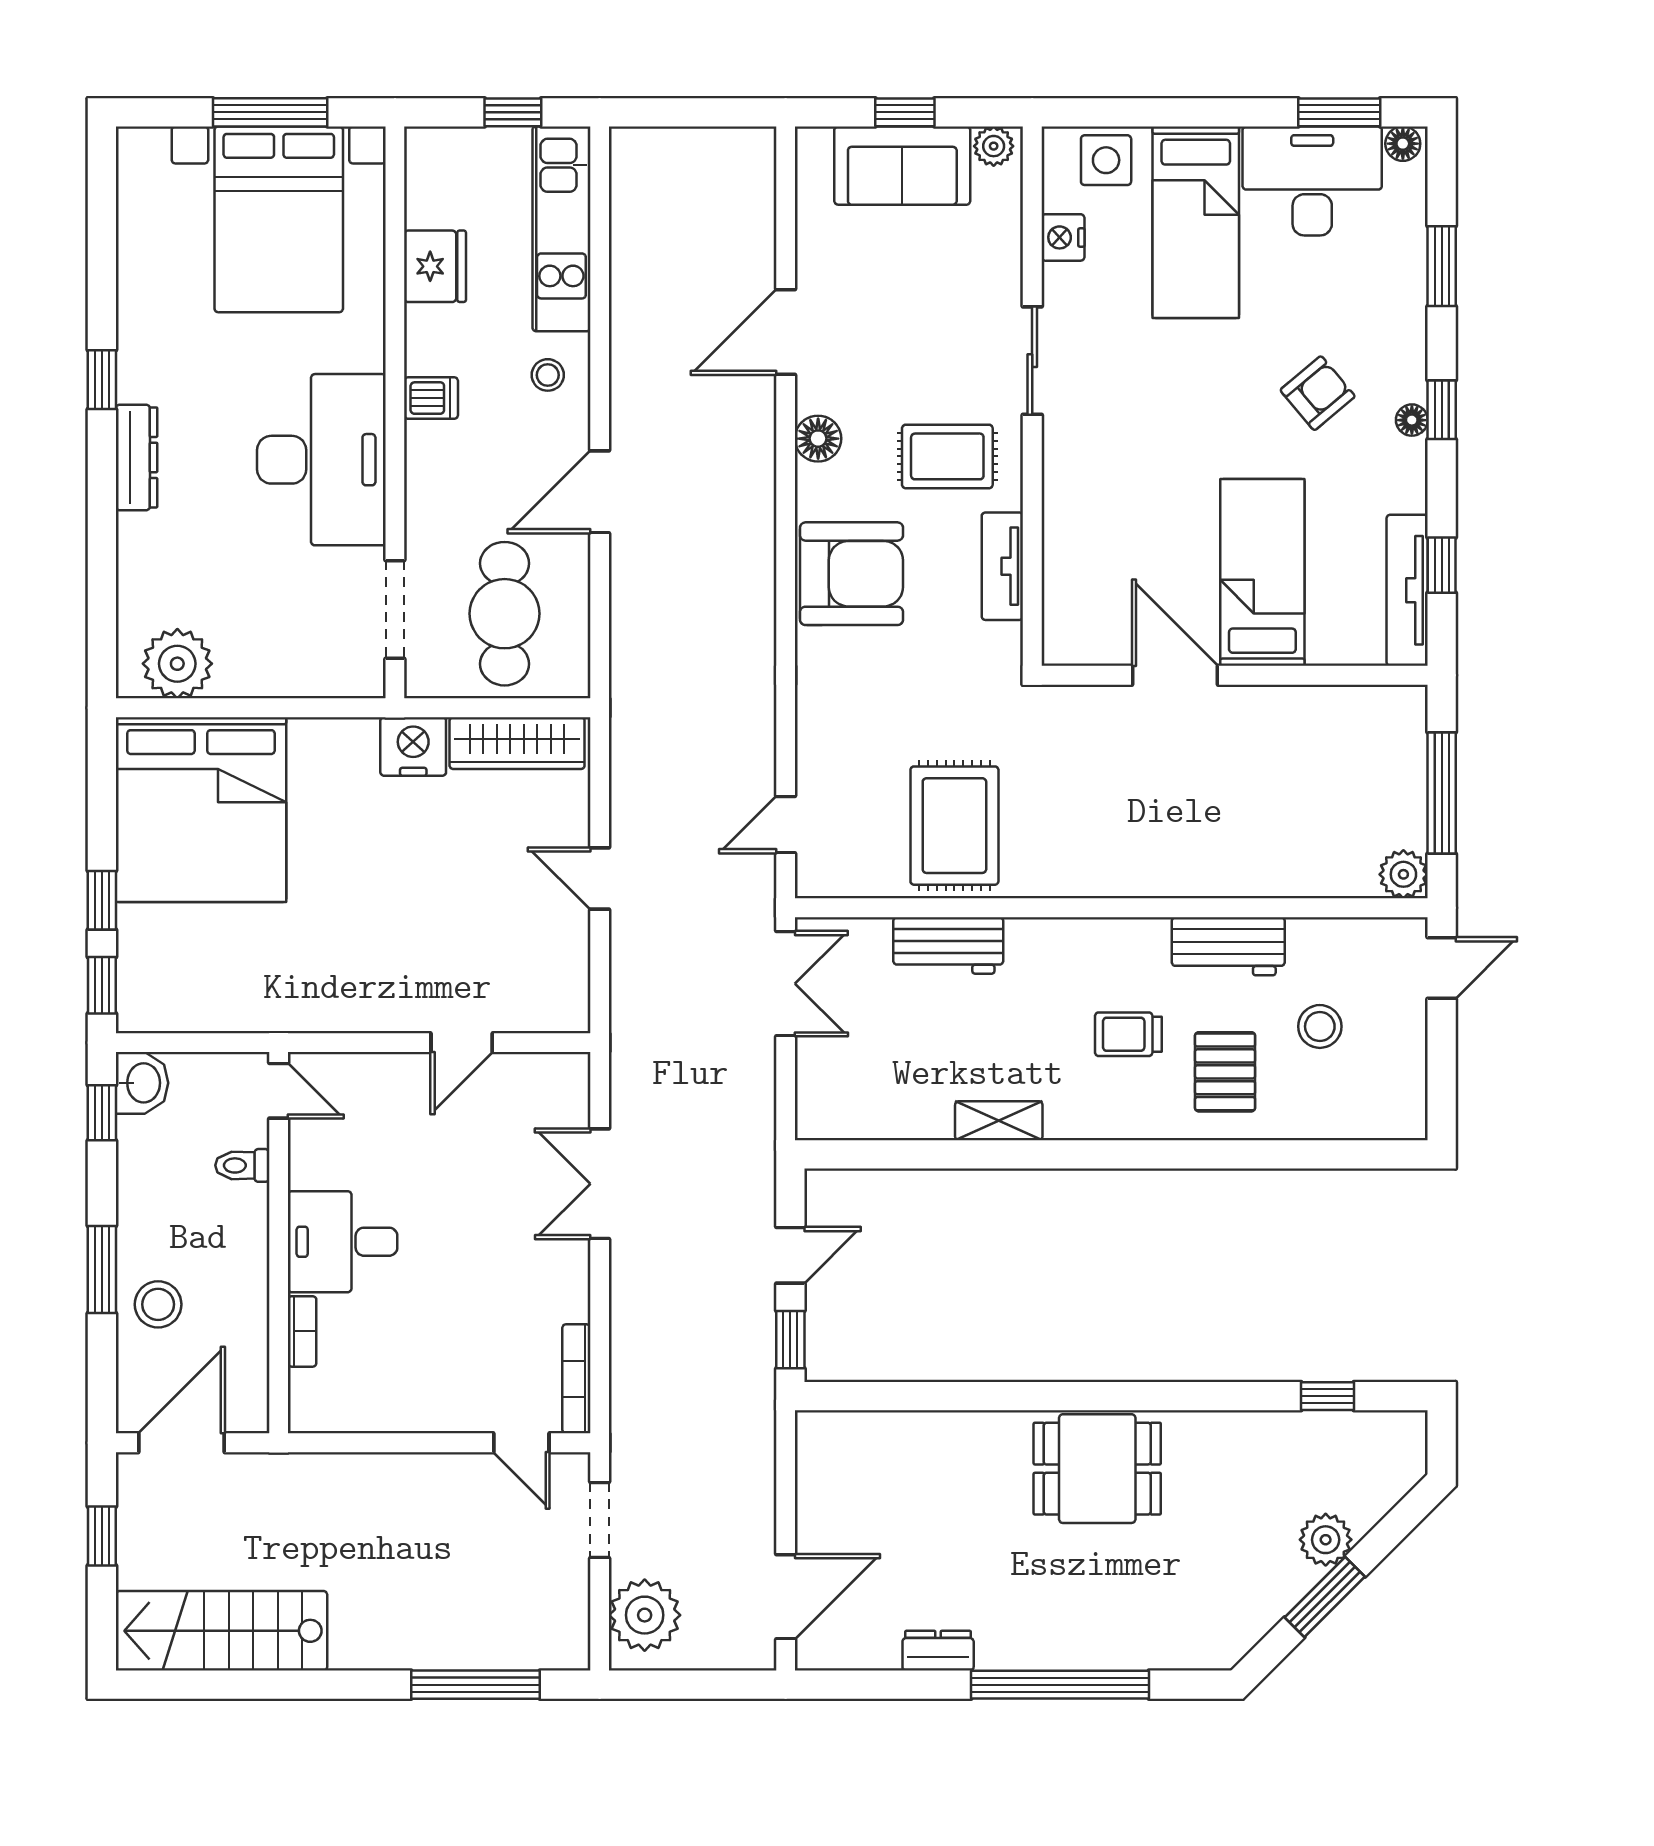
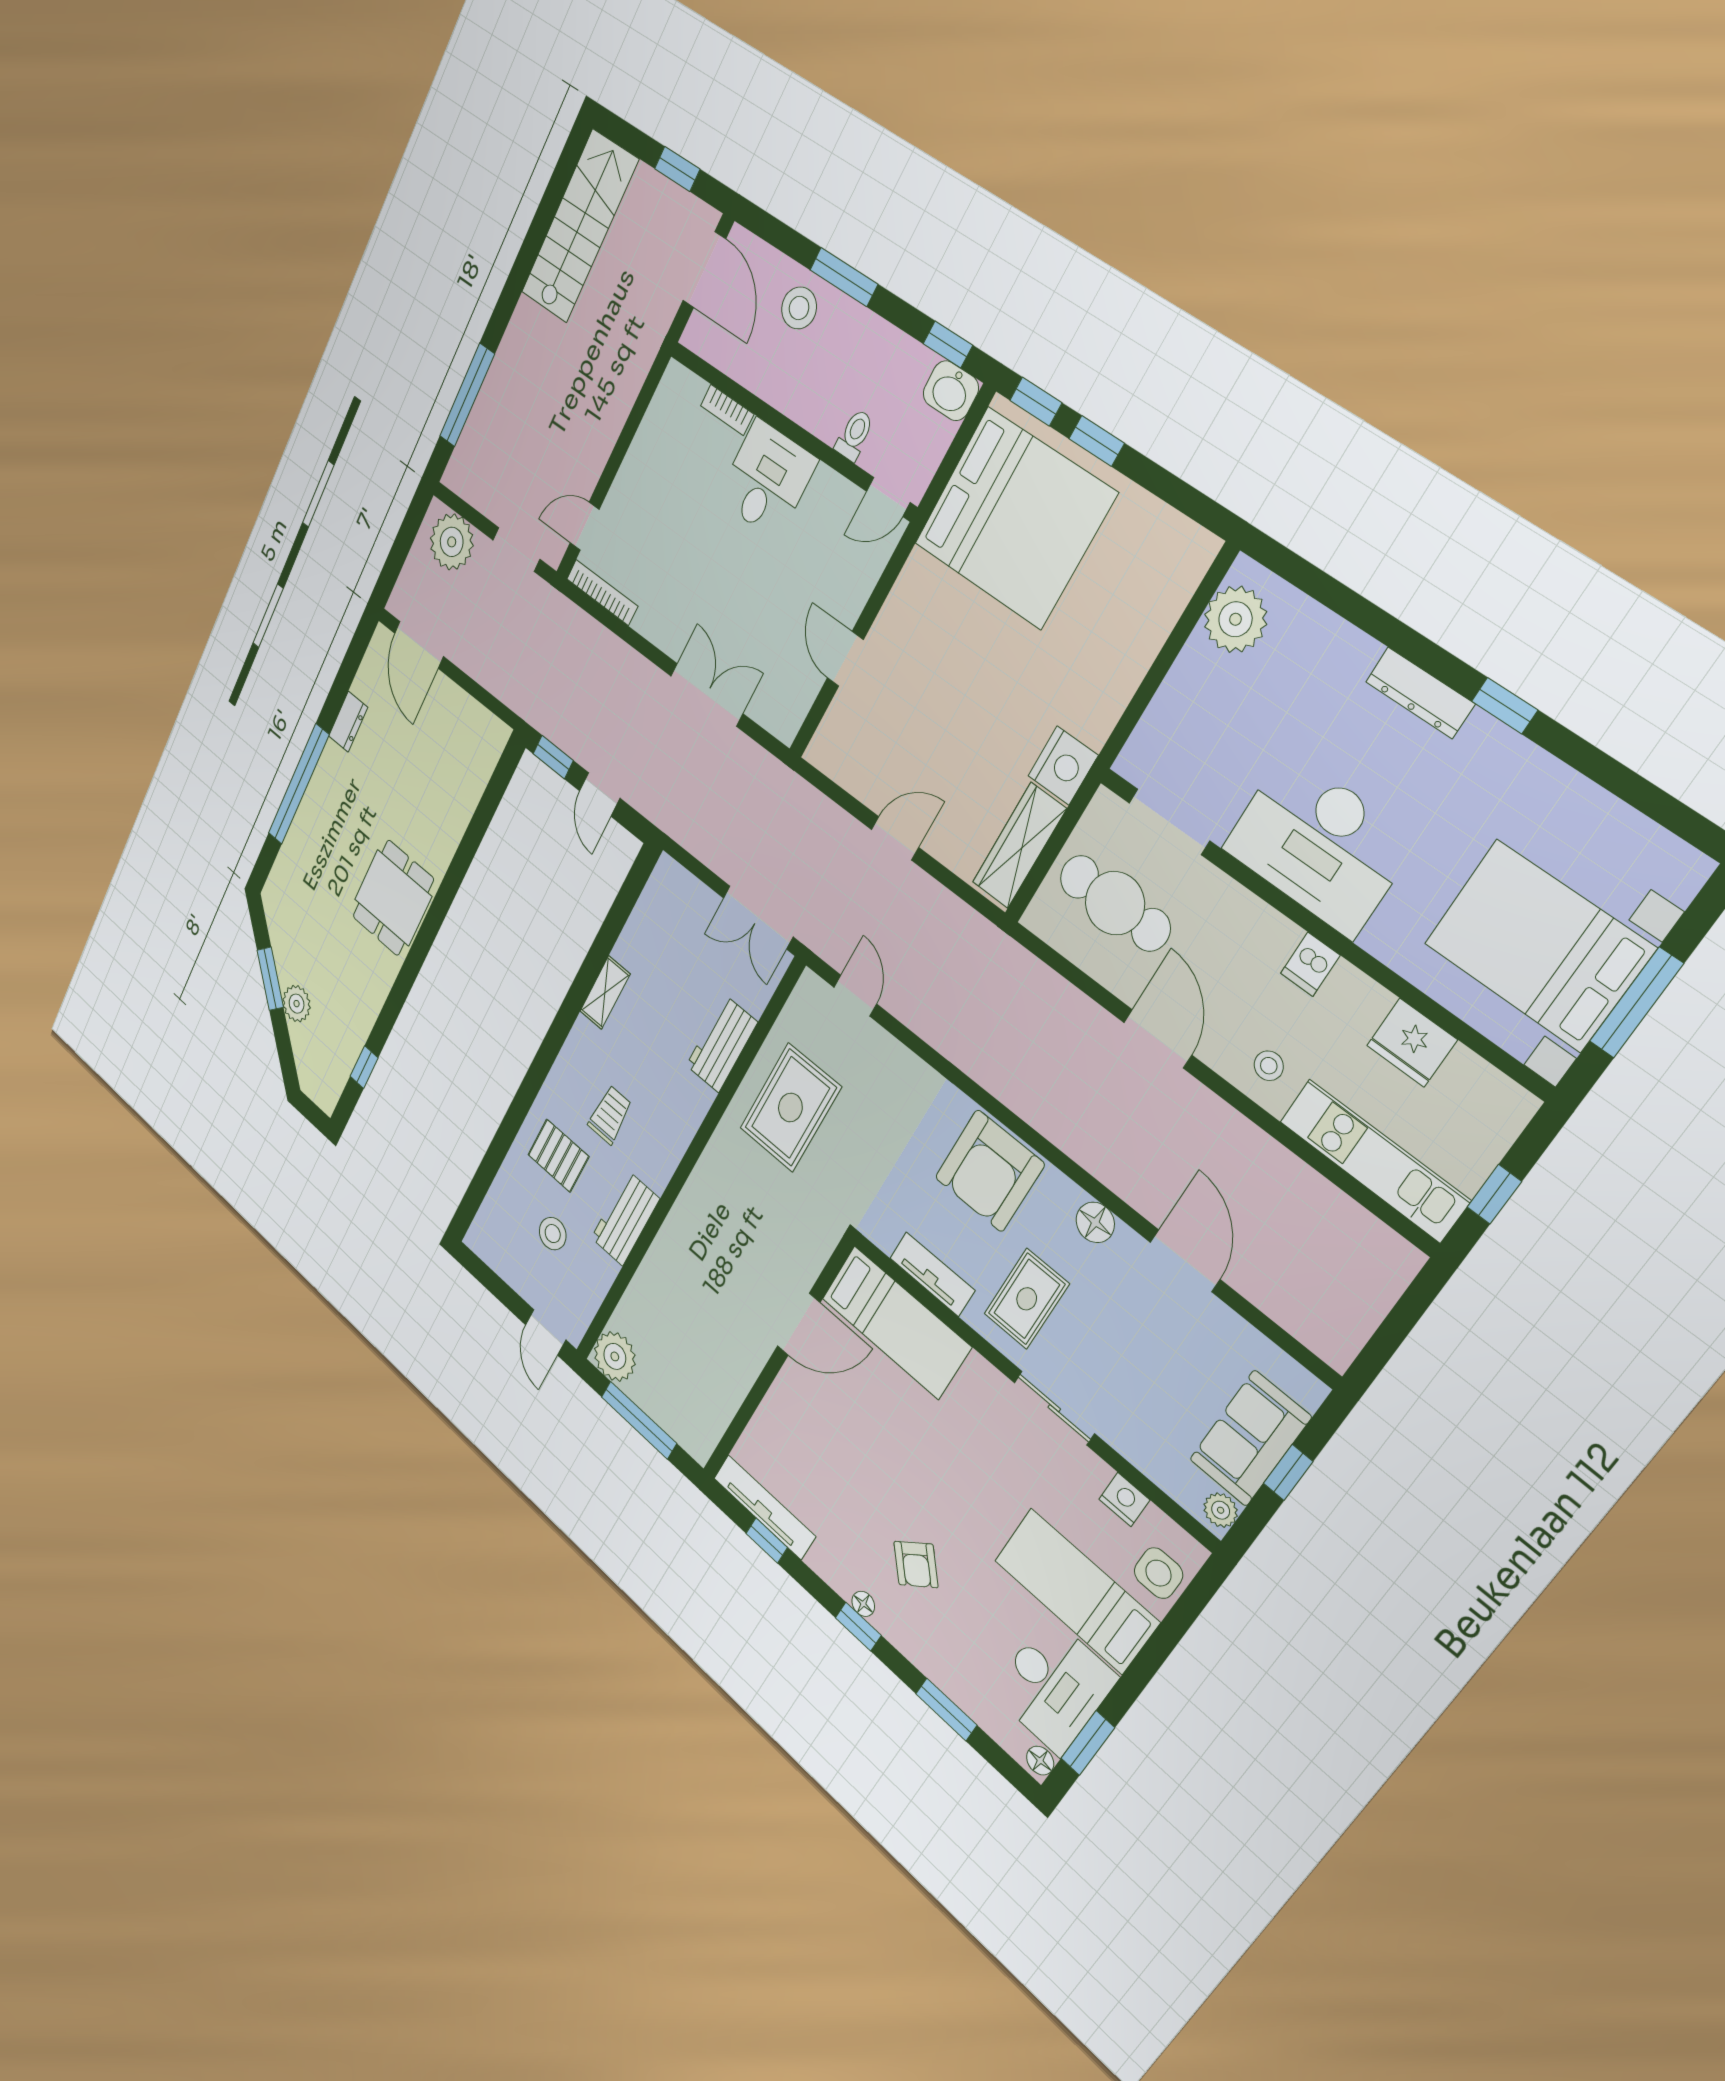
bed: (1262, 572) -> (896, 1323), moved
bed: (201, 810) -> (1014, 518), moved, turned 180
rug: (954, 826) -> (790, 1107), turned 90
plant: (1403, 874) -> (615, 1356), width x1.36, depth x1.36

